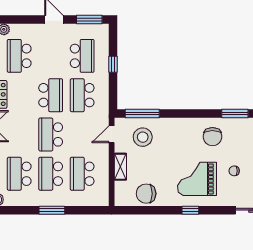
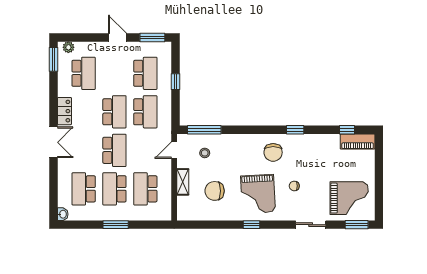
school desk: (19, 56) -> (84, 73), turned 180
school desk: (82, 95) -> (145, 112), turned 180
window: (235, 113) -> (295, 130), width x0.67
school desk: (51, 134) -> (114, 150), turned 180
stool: (143, 137) -> (205, 153), width x0.53, depth x0.53
grand piano: (197, 179) -> (258, 194), turned -93
chair: (146, 194) -> (215, 191), moved

